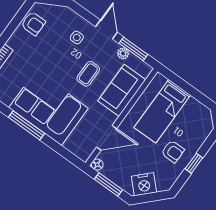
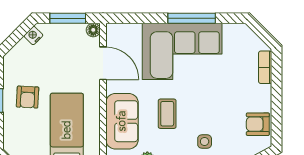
door: (107, 138) -> (103, 63), swing flipped
armchair: (173, 151) -> (28, 97), turned -87
nightstand: (144, 184) -> (33, 36), width x0.53, depth x0.56

